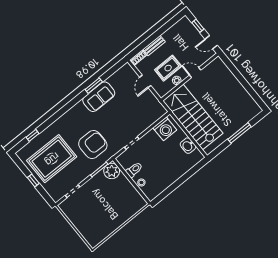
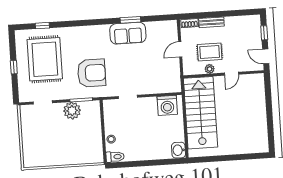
door: (195, 73) -> (231, 74), swing flipped
window: (240, 133) -> (233, 158), removed
washbasin: (188, 146) -> (179, 150), moved
rug: (52, 159) -> (45, 59), turned 90
toilet: (134, 170) -> (115, 157), moved
plant: (112, 171) -> (72, 111), moved

